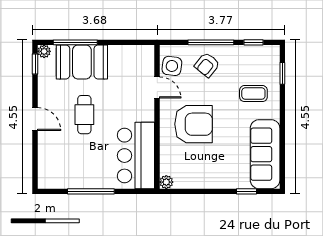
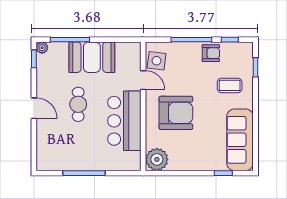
booth: (82, 62) -> (92, 57), moved
armchair: (207, 65) -> (211, 53), moved, turned -129
bar counter: (136, 156) -> (124, 121), moved
plant: (166, 182) -> (157, 159), width x1.87, depth x1.87

